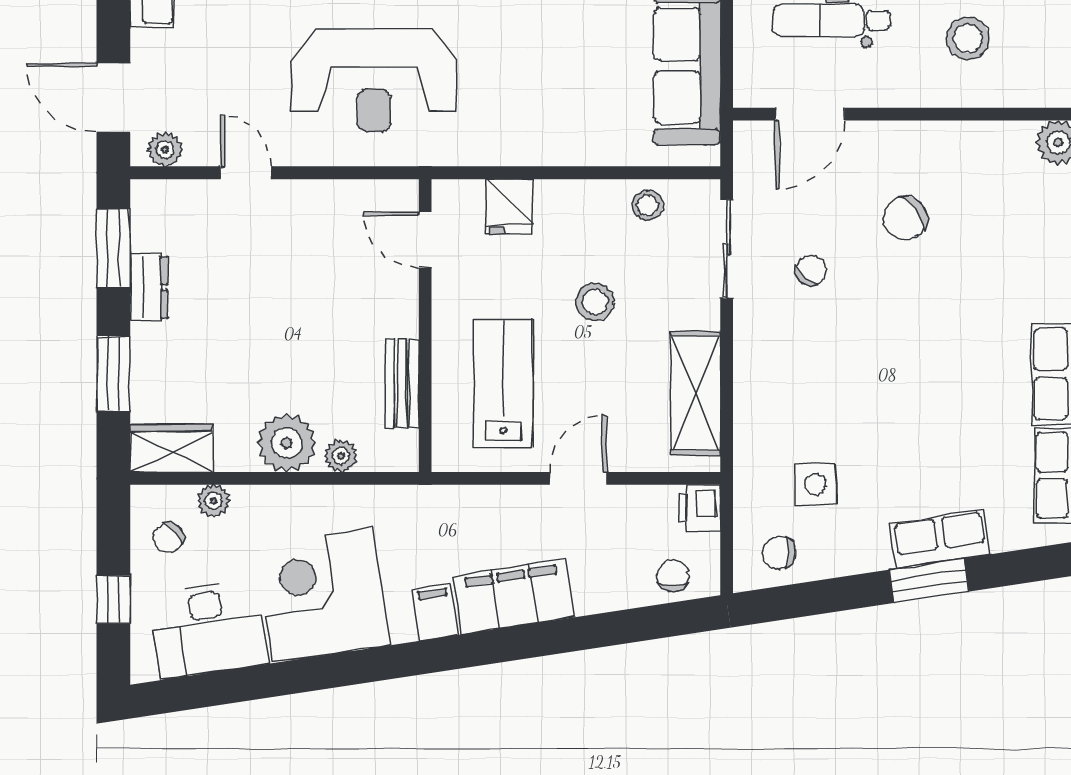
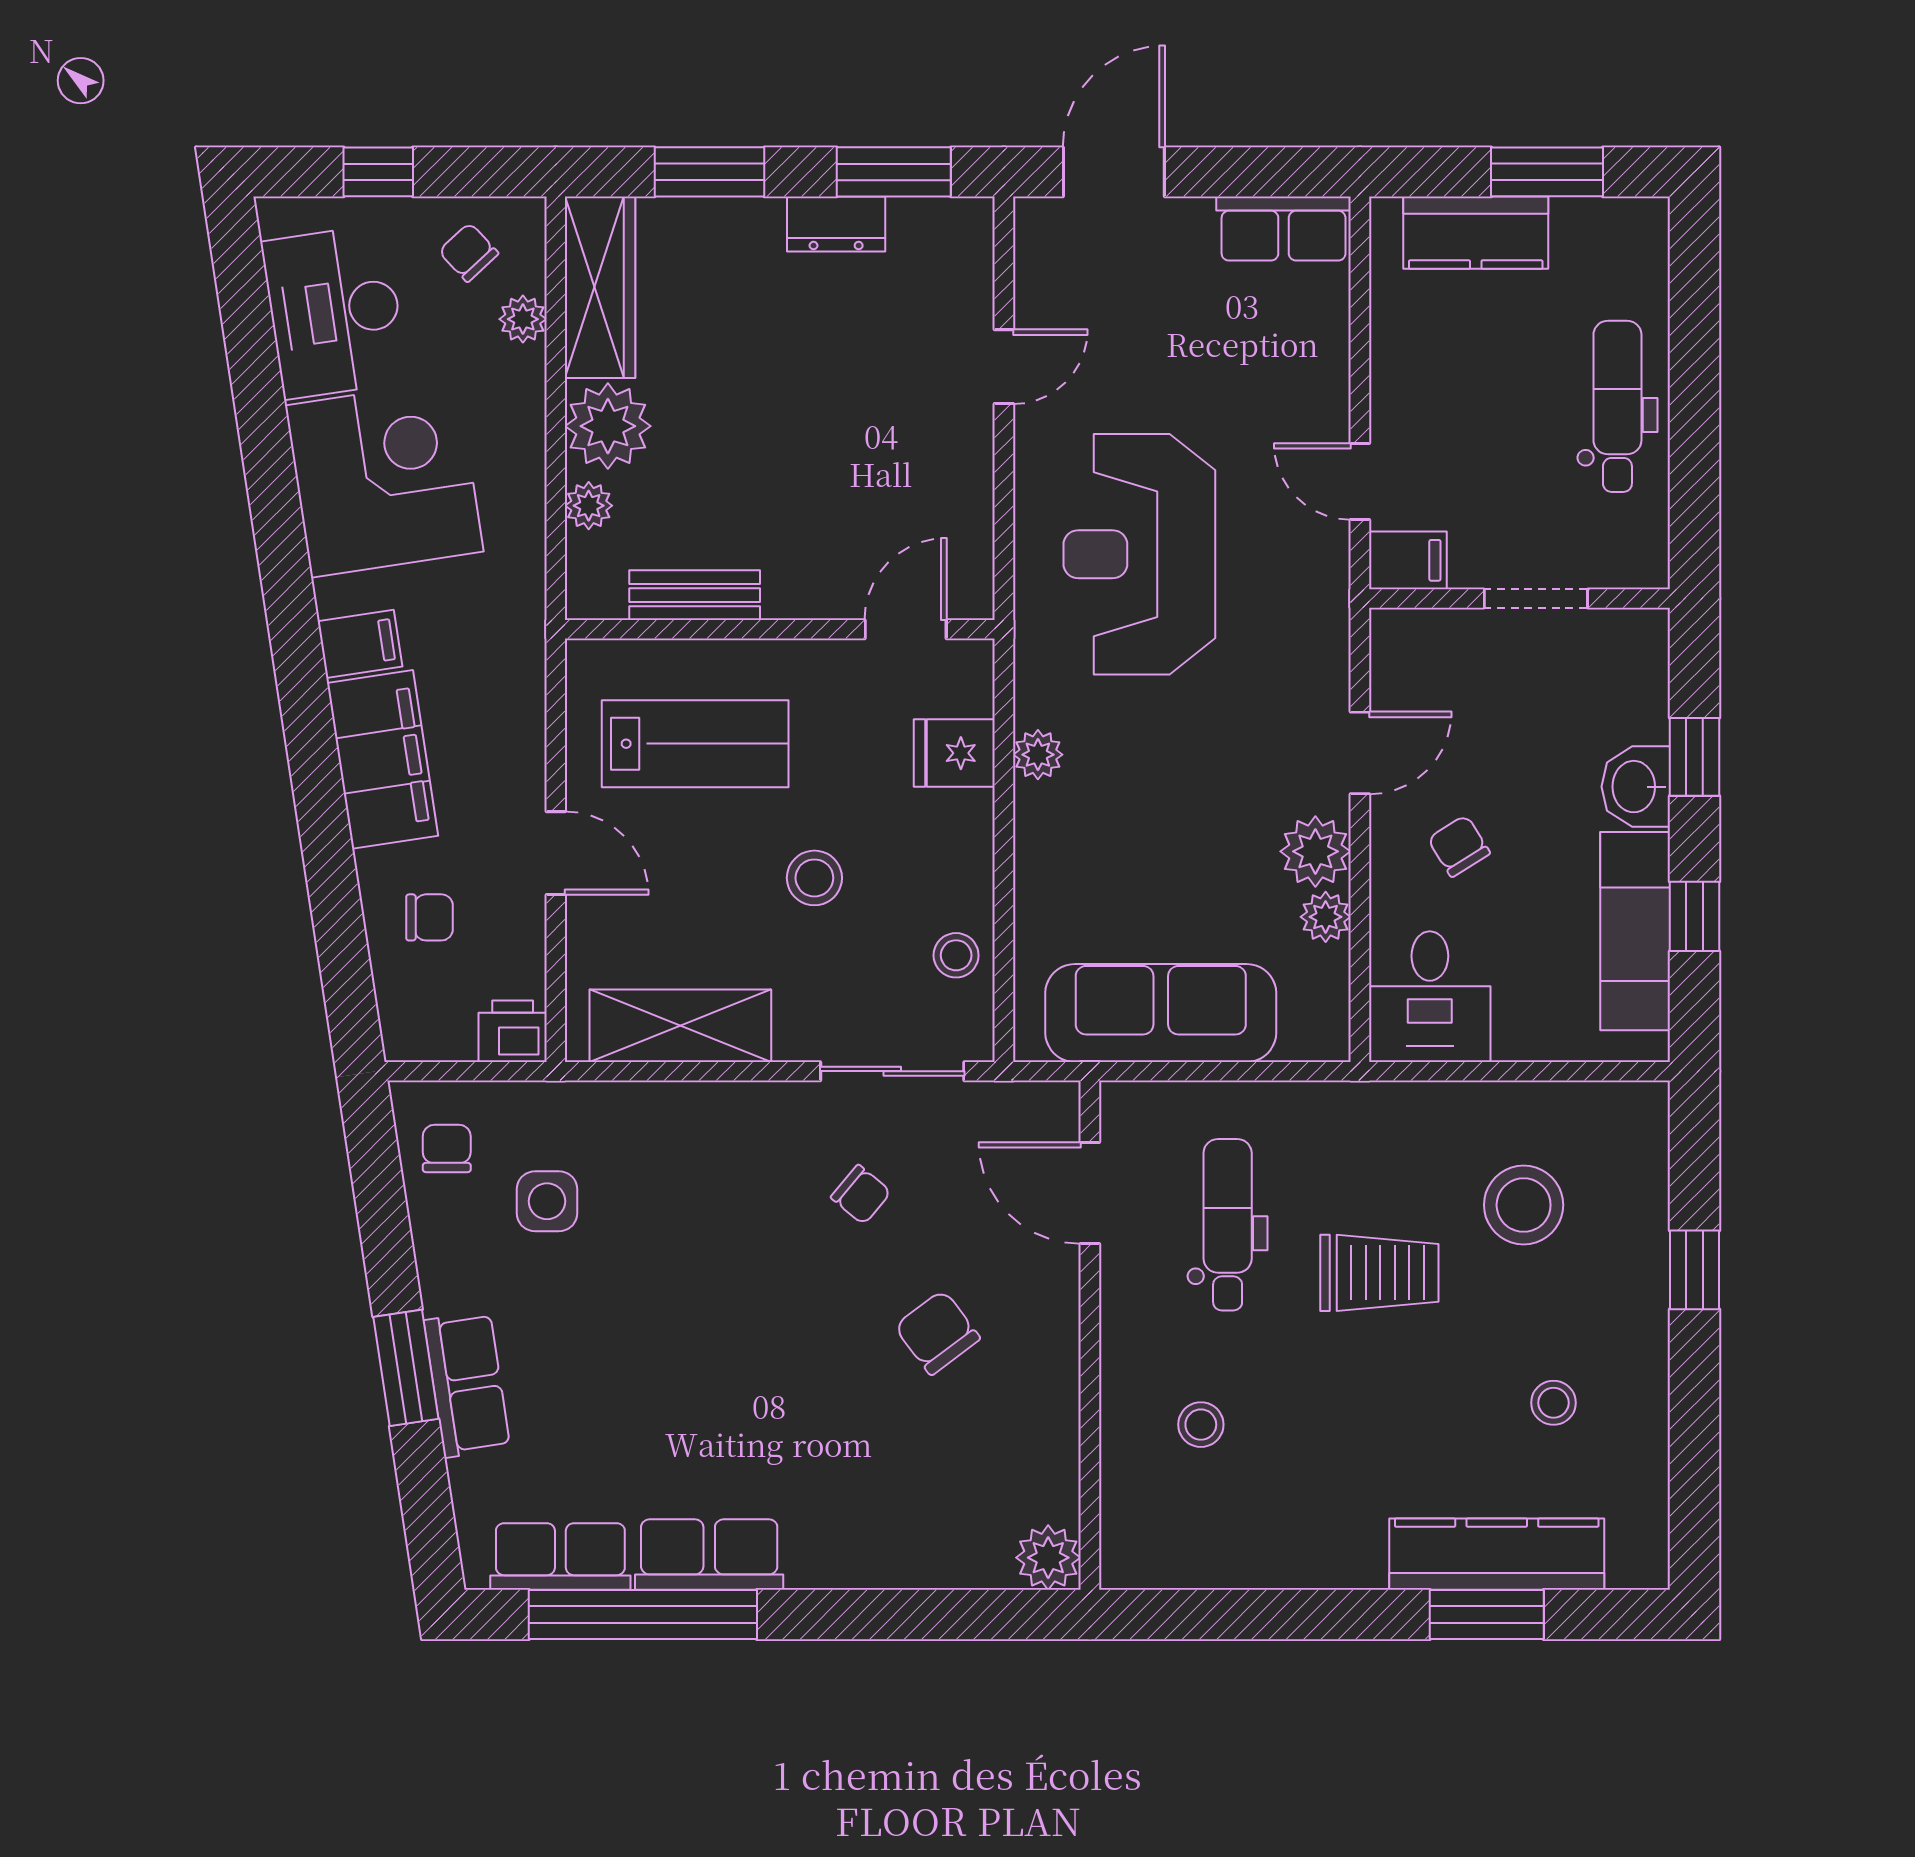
stool: (968, 38) -> (1201, 1425), width x0.73, depth x0.73
plant: (165, 150) -> (1038, 755), moved
wardrobe: (171, 448) -> (600, 287), width x1.50
chair: (673, 576) -> (429, 917), moved

